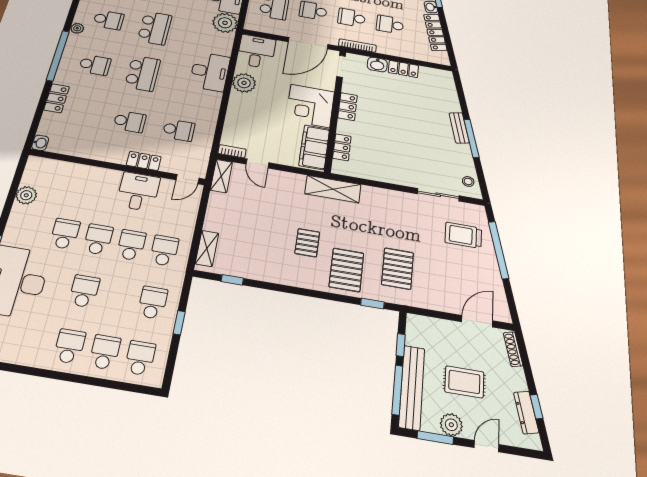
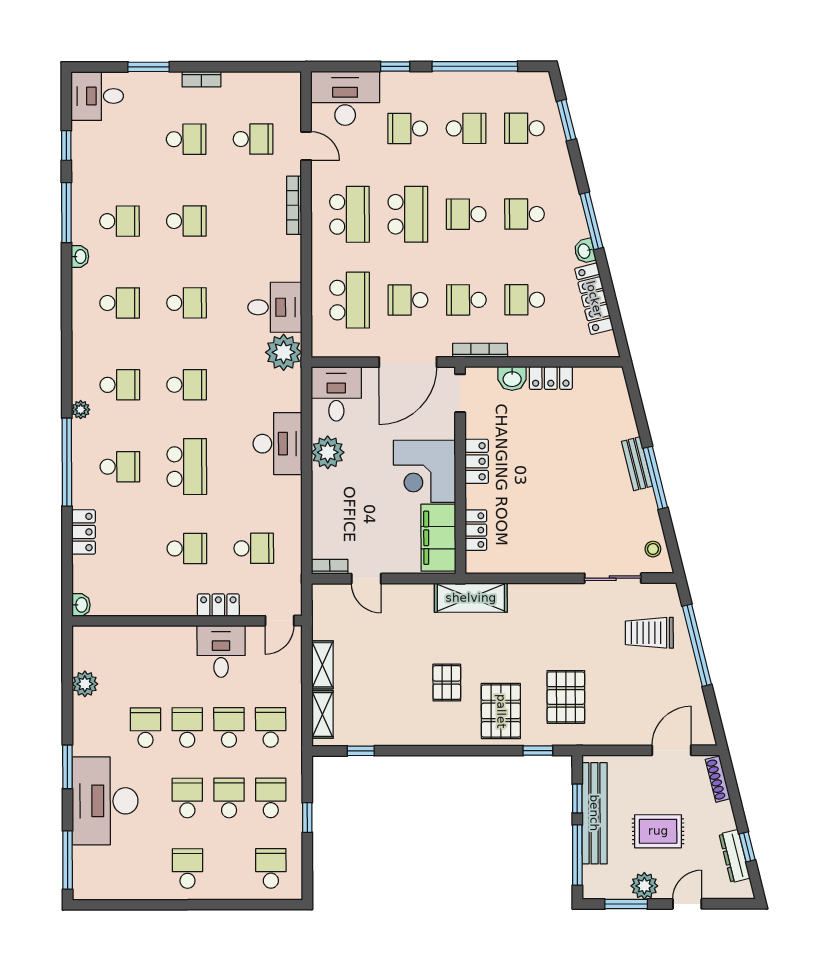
school desk: (155, 28) -> (187, 385), width x0.54
shelving: (221, 176) -> (322, 665), moved
school desk: (105, 352) -> (229, 798), moved
bench: (412, 387) -> (594, 813), moved

